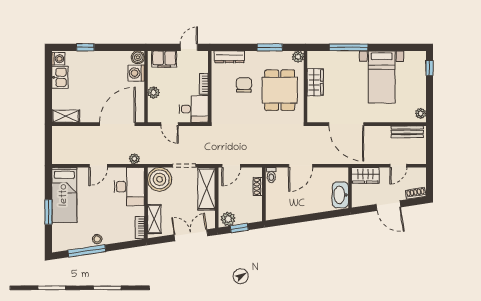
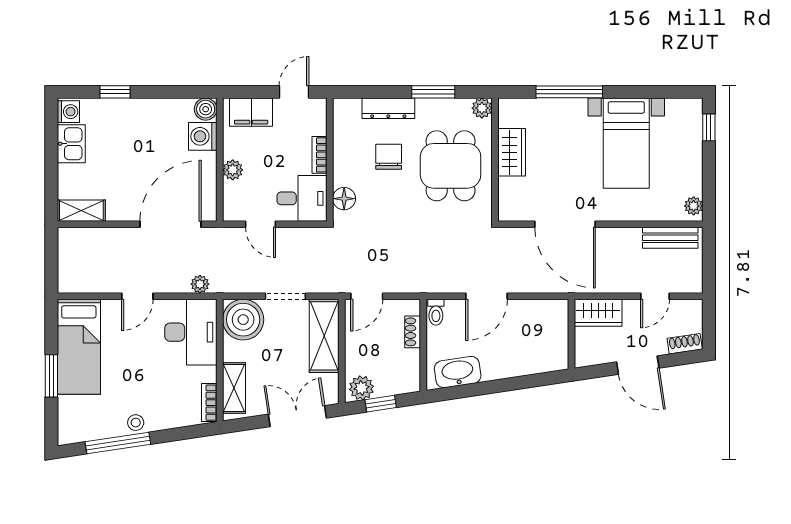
dresser: (229, 57) -> (388, 108), moved
floor lamp: (218, 109) -> (344, 199), added
washbasin: (340, 195) -> (458, 372), moved, turned 81

